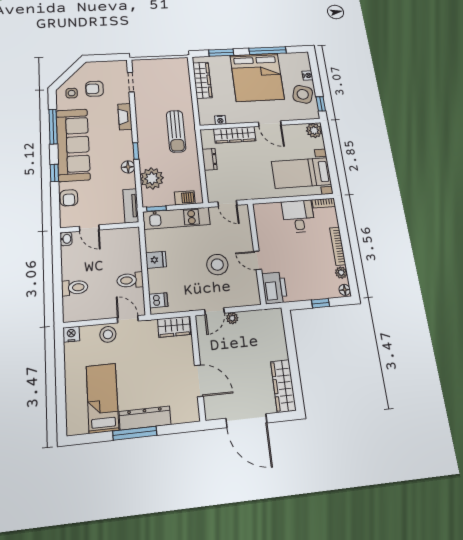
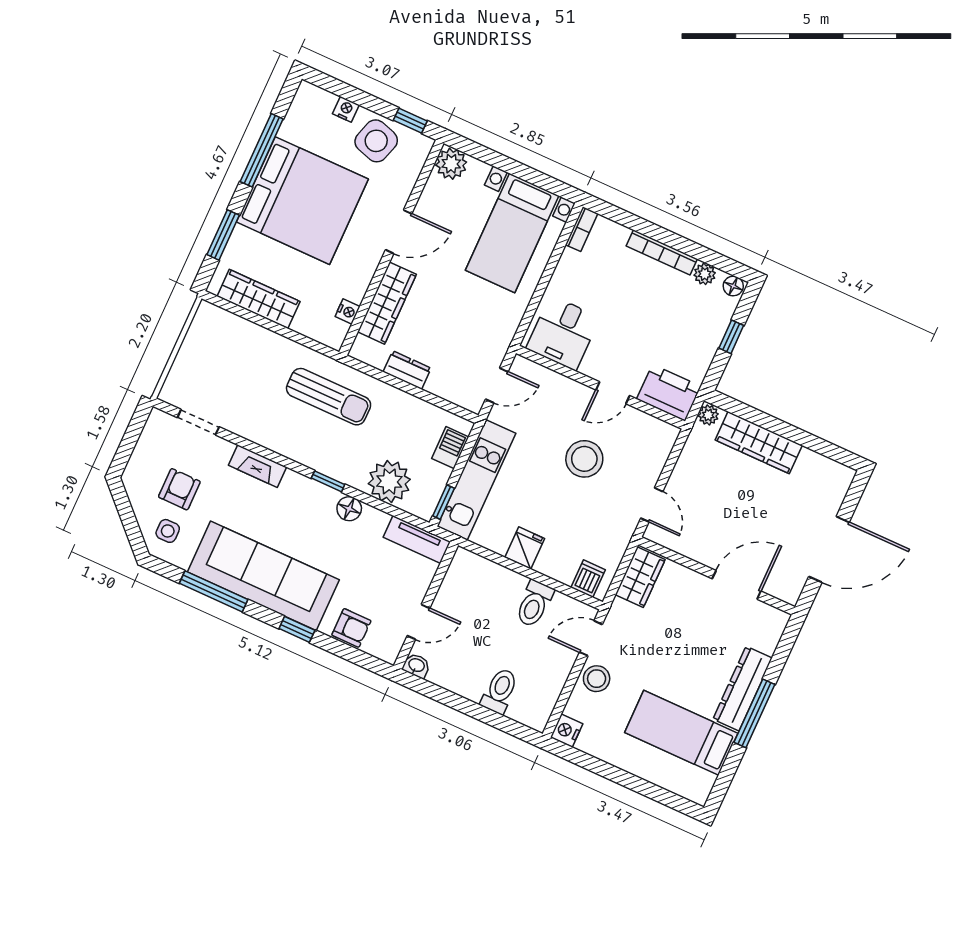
armchair: (94, 89) -> (179, 489), turned 180
desk: (298, 216) -> (563, 333), moved, turned -90
plant: (232, 318) -> (708, 415), moved
wardrobe: (283, 386) -> (759, 443), moved

